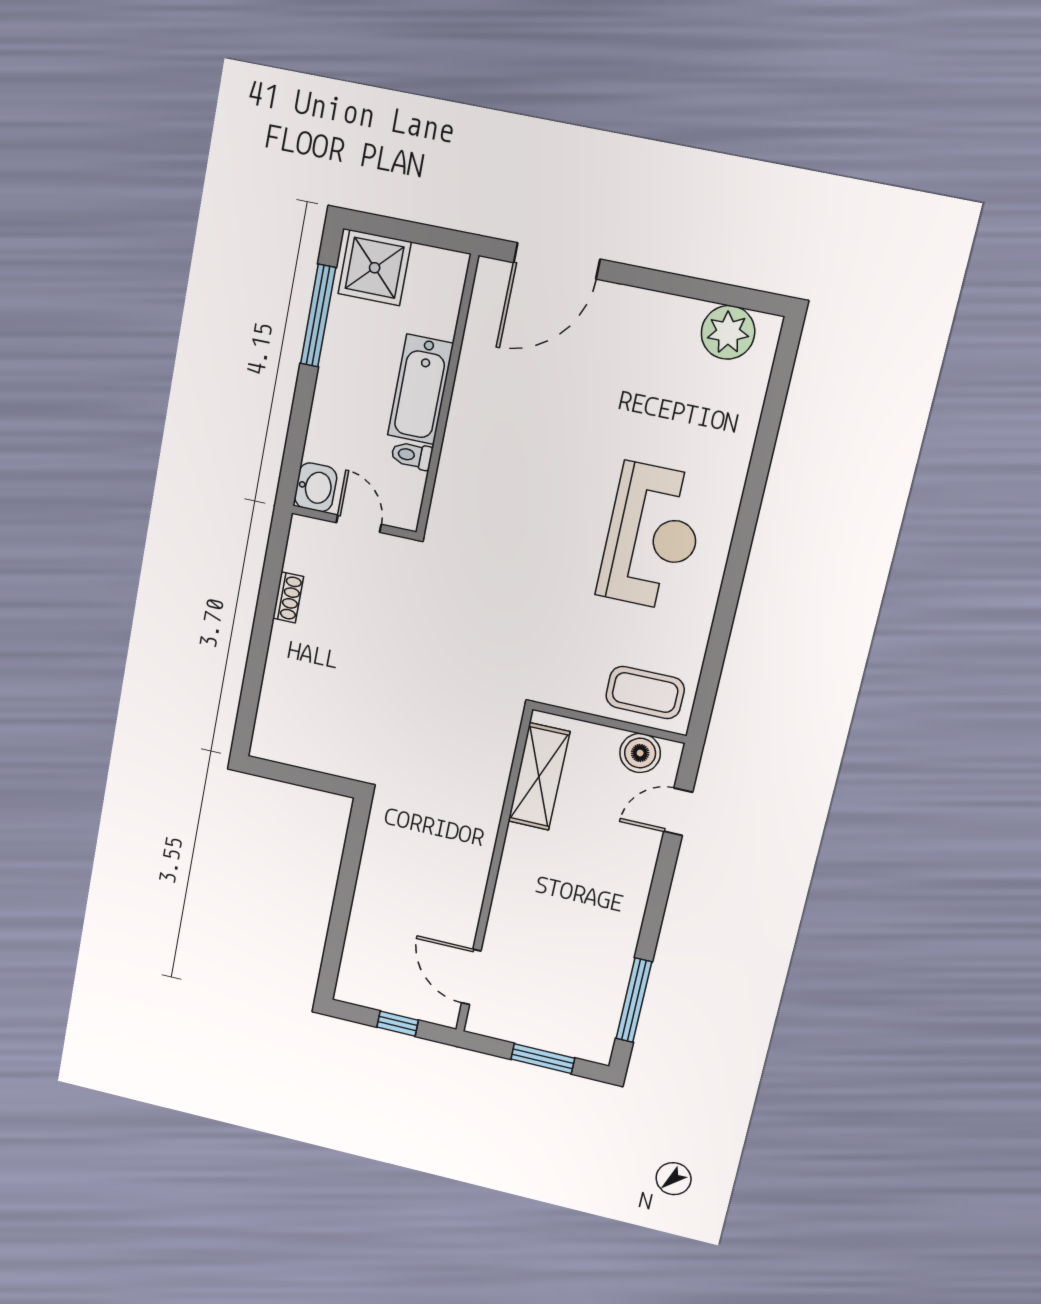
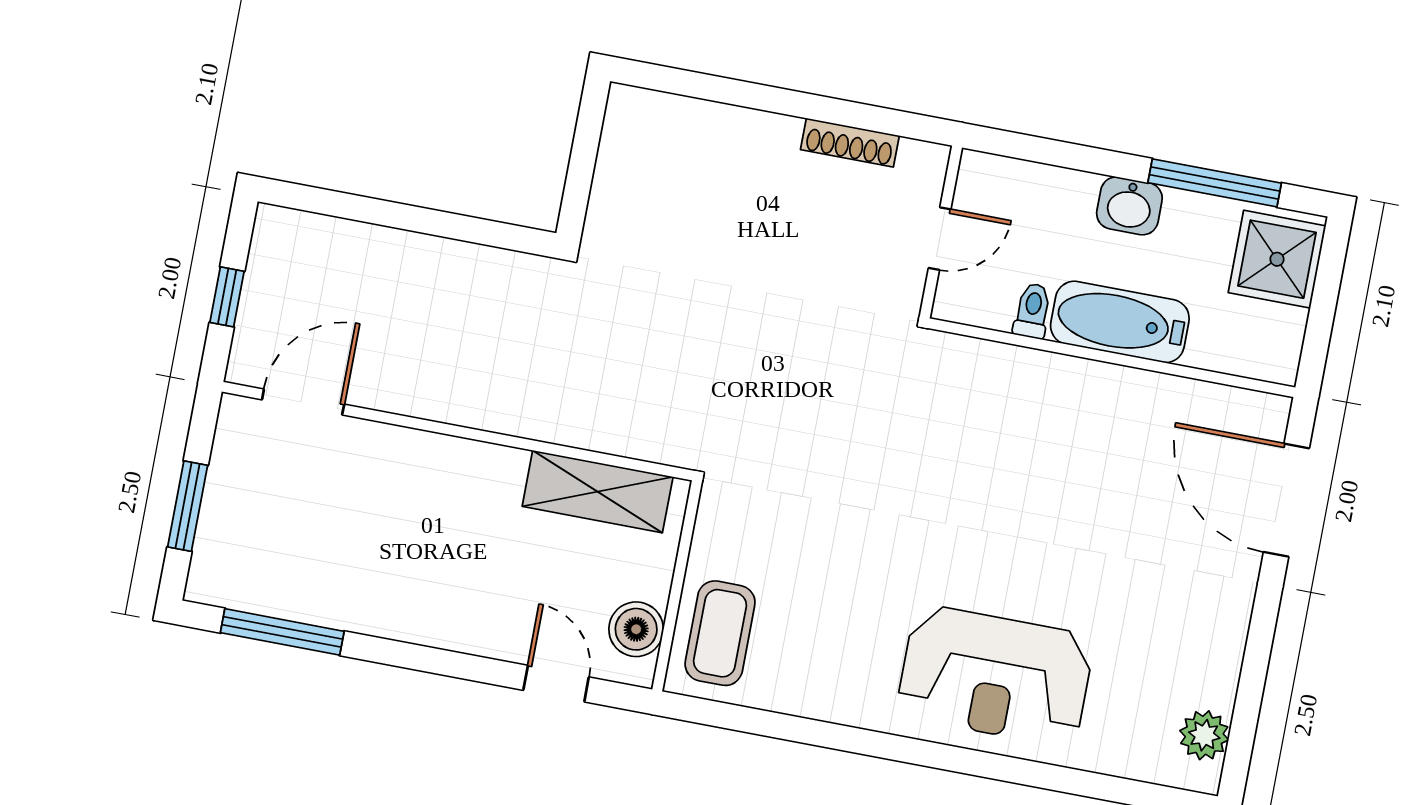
plant: (728, 332) -> (1204, 735), width x0.73, depth x0.73
washbasin: (316, 487) -> (1129, 206), moved
reception desk: (652, 537) -> (995, 676), moved
shoe rack: (288, 597) -> (850, 143), width x1.43

